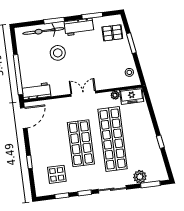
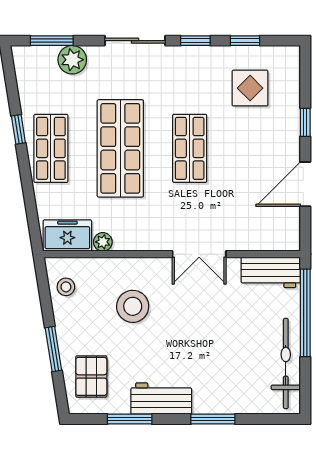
bicycle: (43, 31) -> (286, 363), moved, turned -90
pallet: (112, 33) -> (91, 376), turned 90
stool: (58, 53) -> (133, 306), moved
double door: (83, 94) -> (199, 254), moved
door: (24, 118) -> (305, 184), moved
shop shelf: (144, 135) -> (51, 148), added
shop shelf: (113, 139) -> (120, 148), width x0.71
shop shelf: (81, 143) -> (190, 148), width x0.70, depth x0.74

